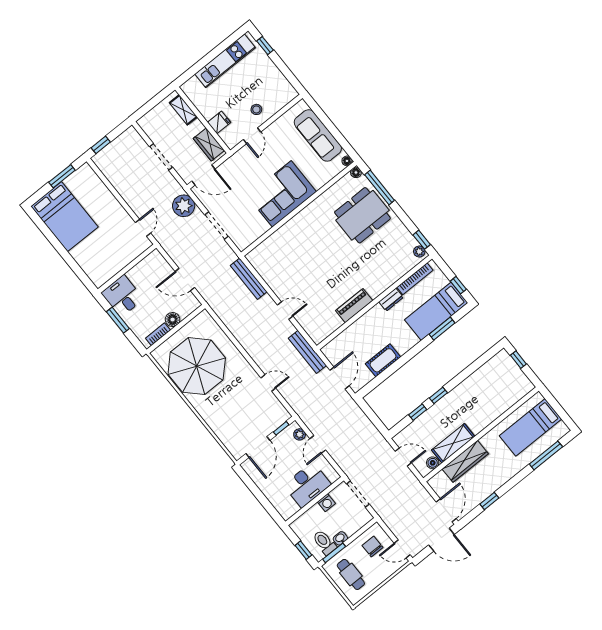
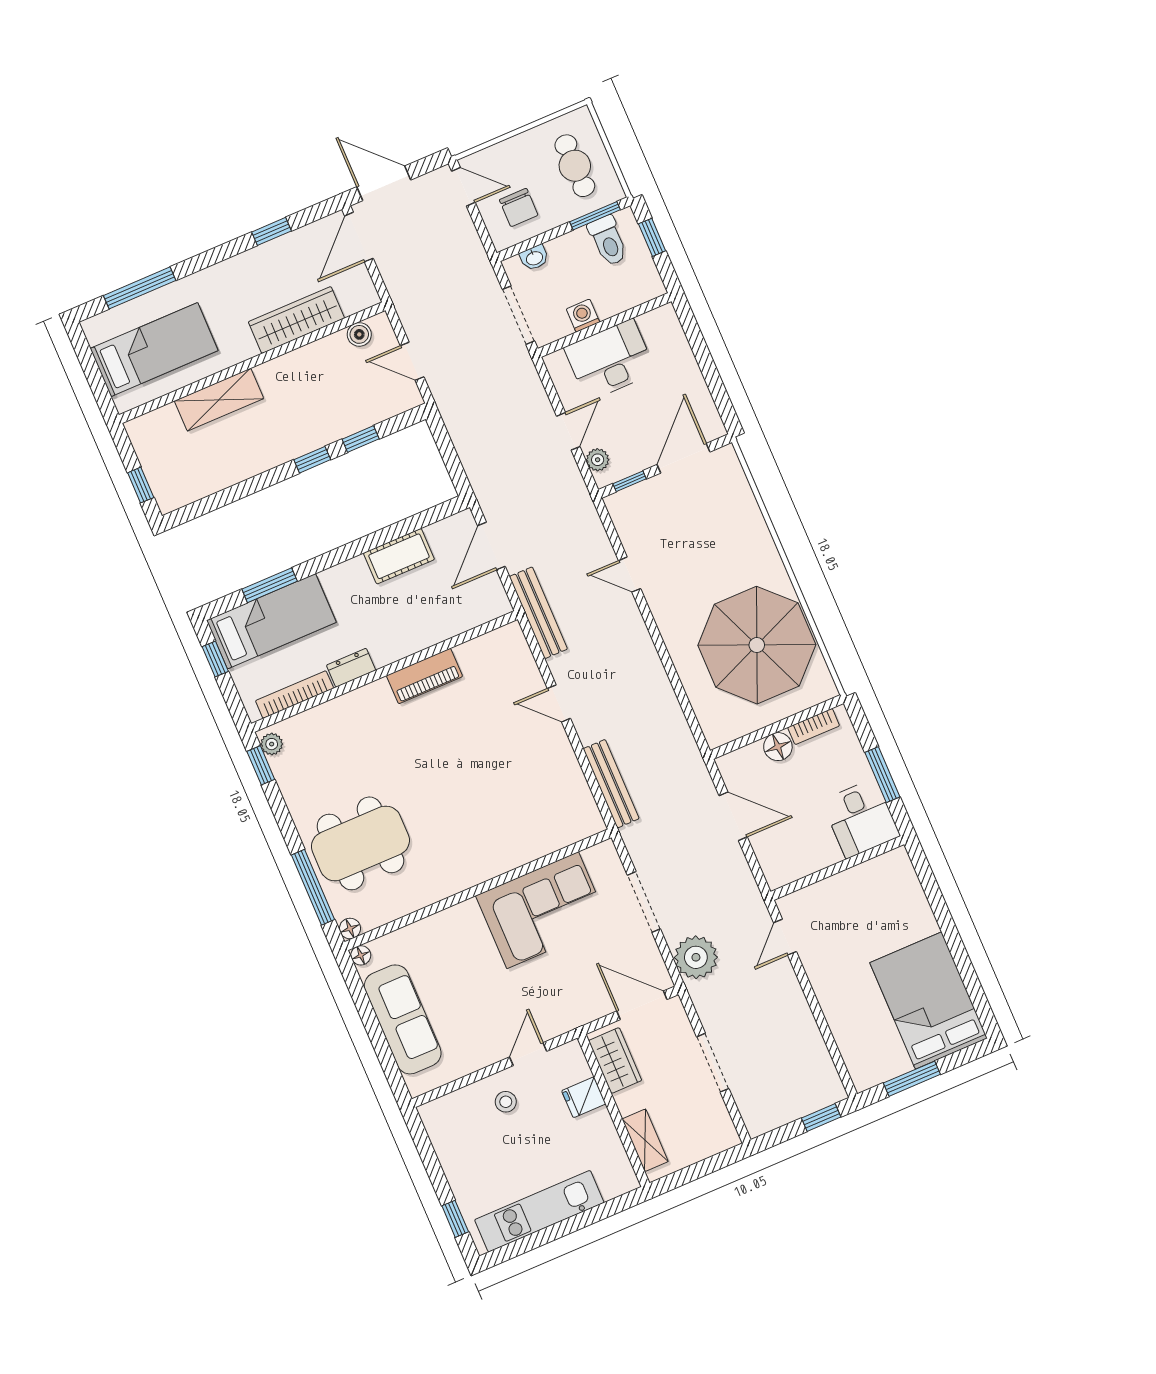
corner sofa: (282, 194) -> (543, 910), moved
shelving: (453, 443) -> (219, 400), moved
washbasin: (340, 538) -> (534, 258), moved

